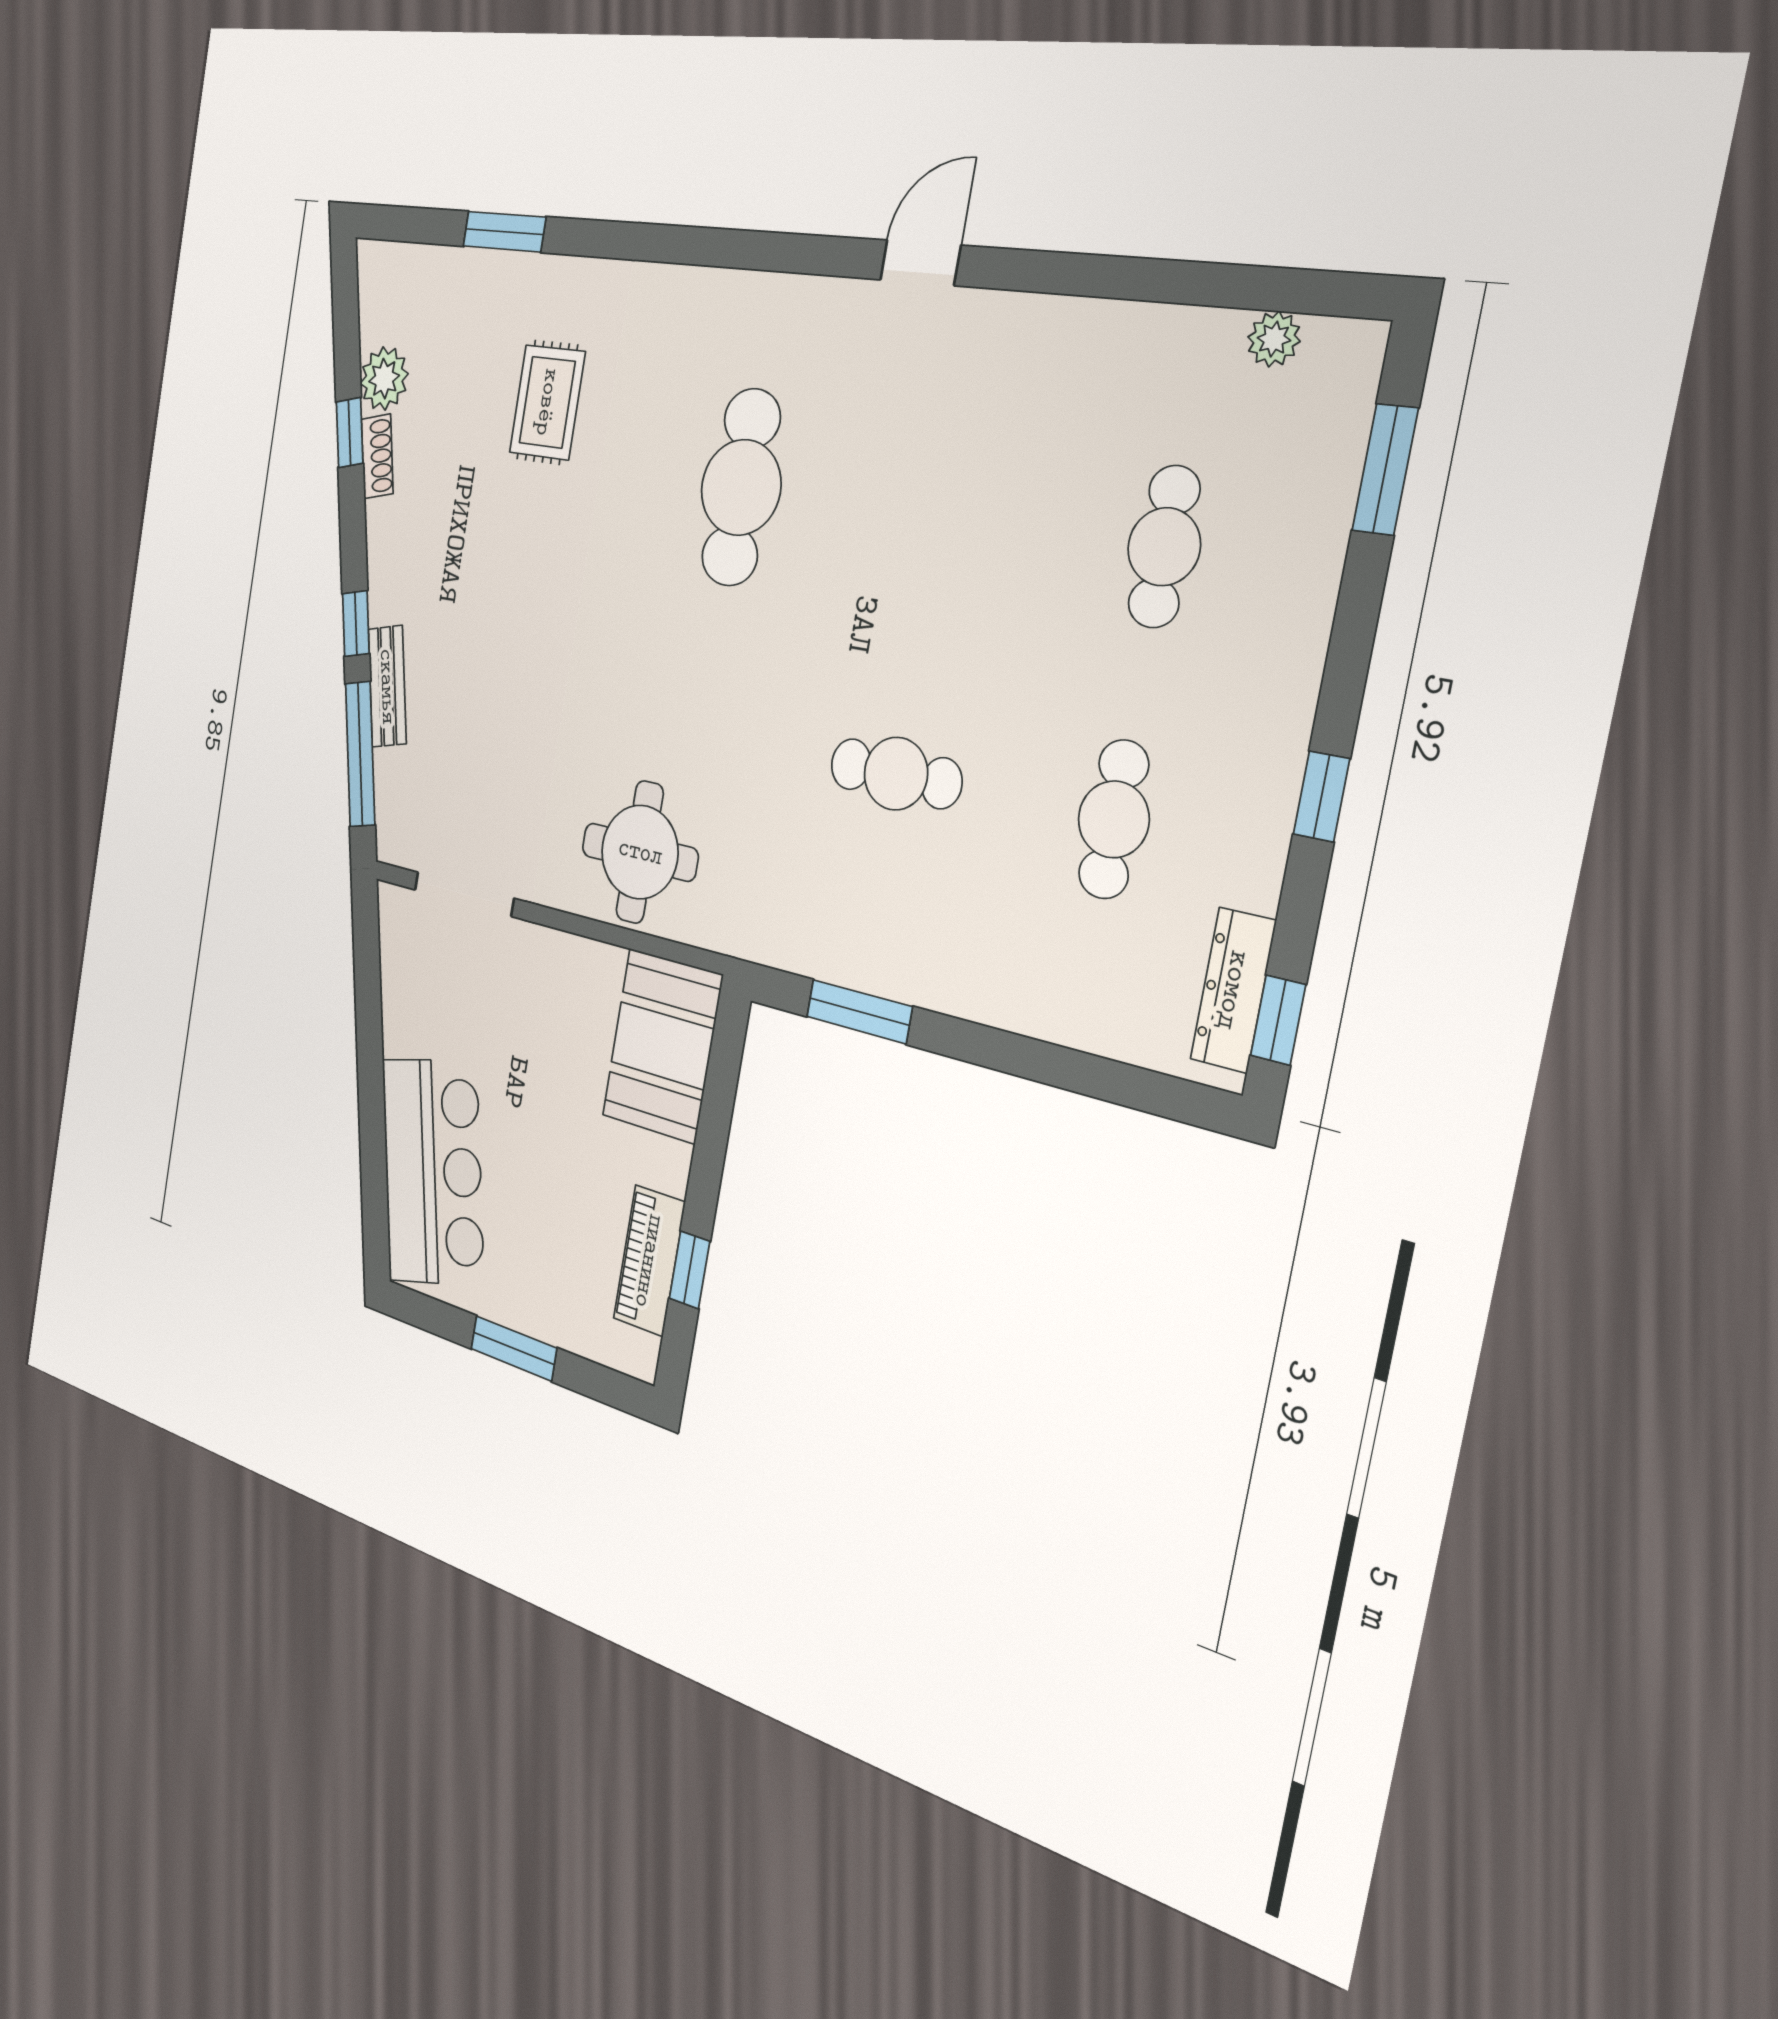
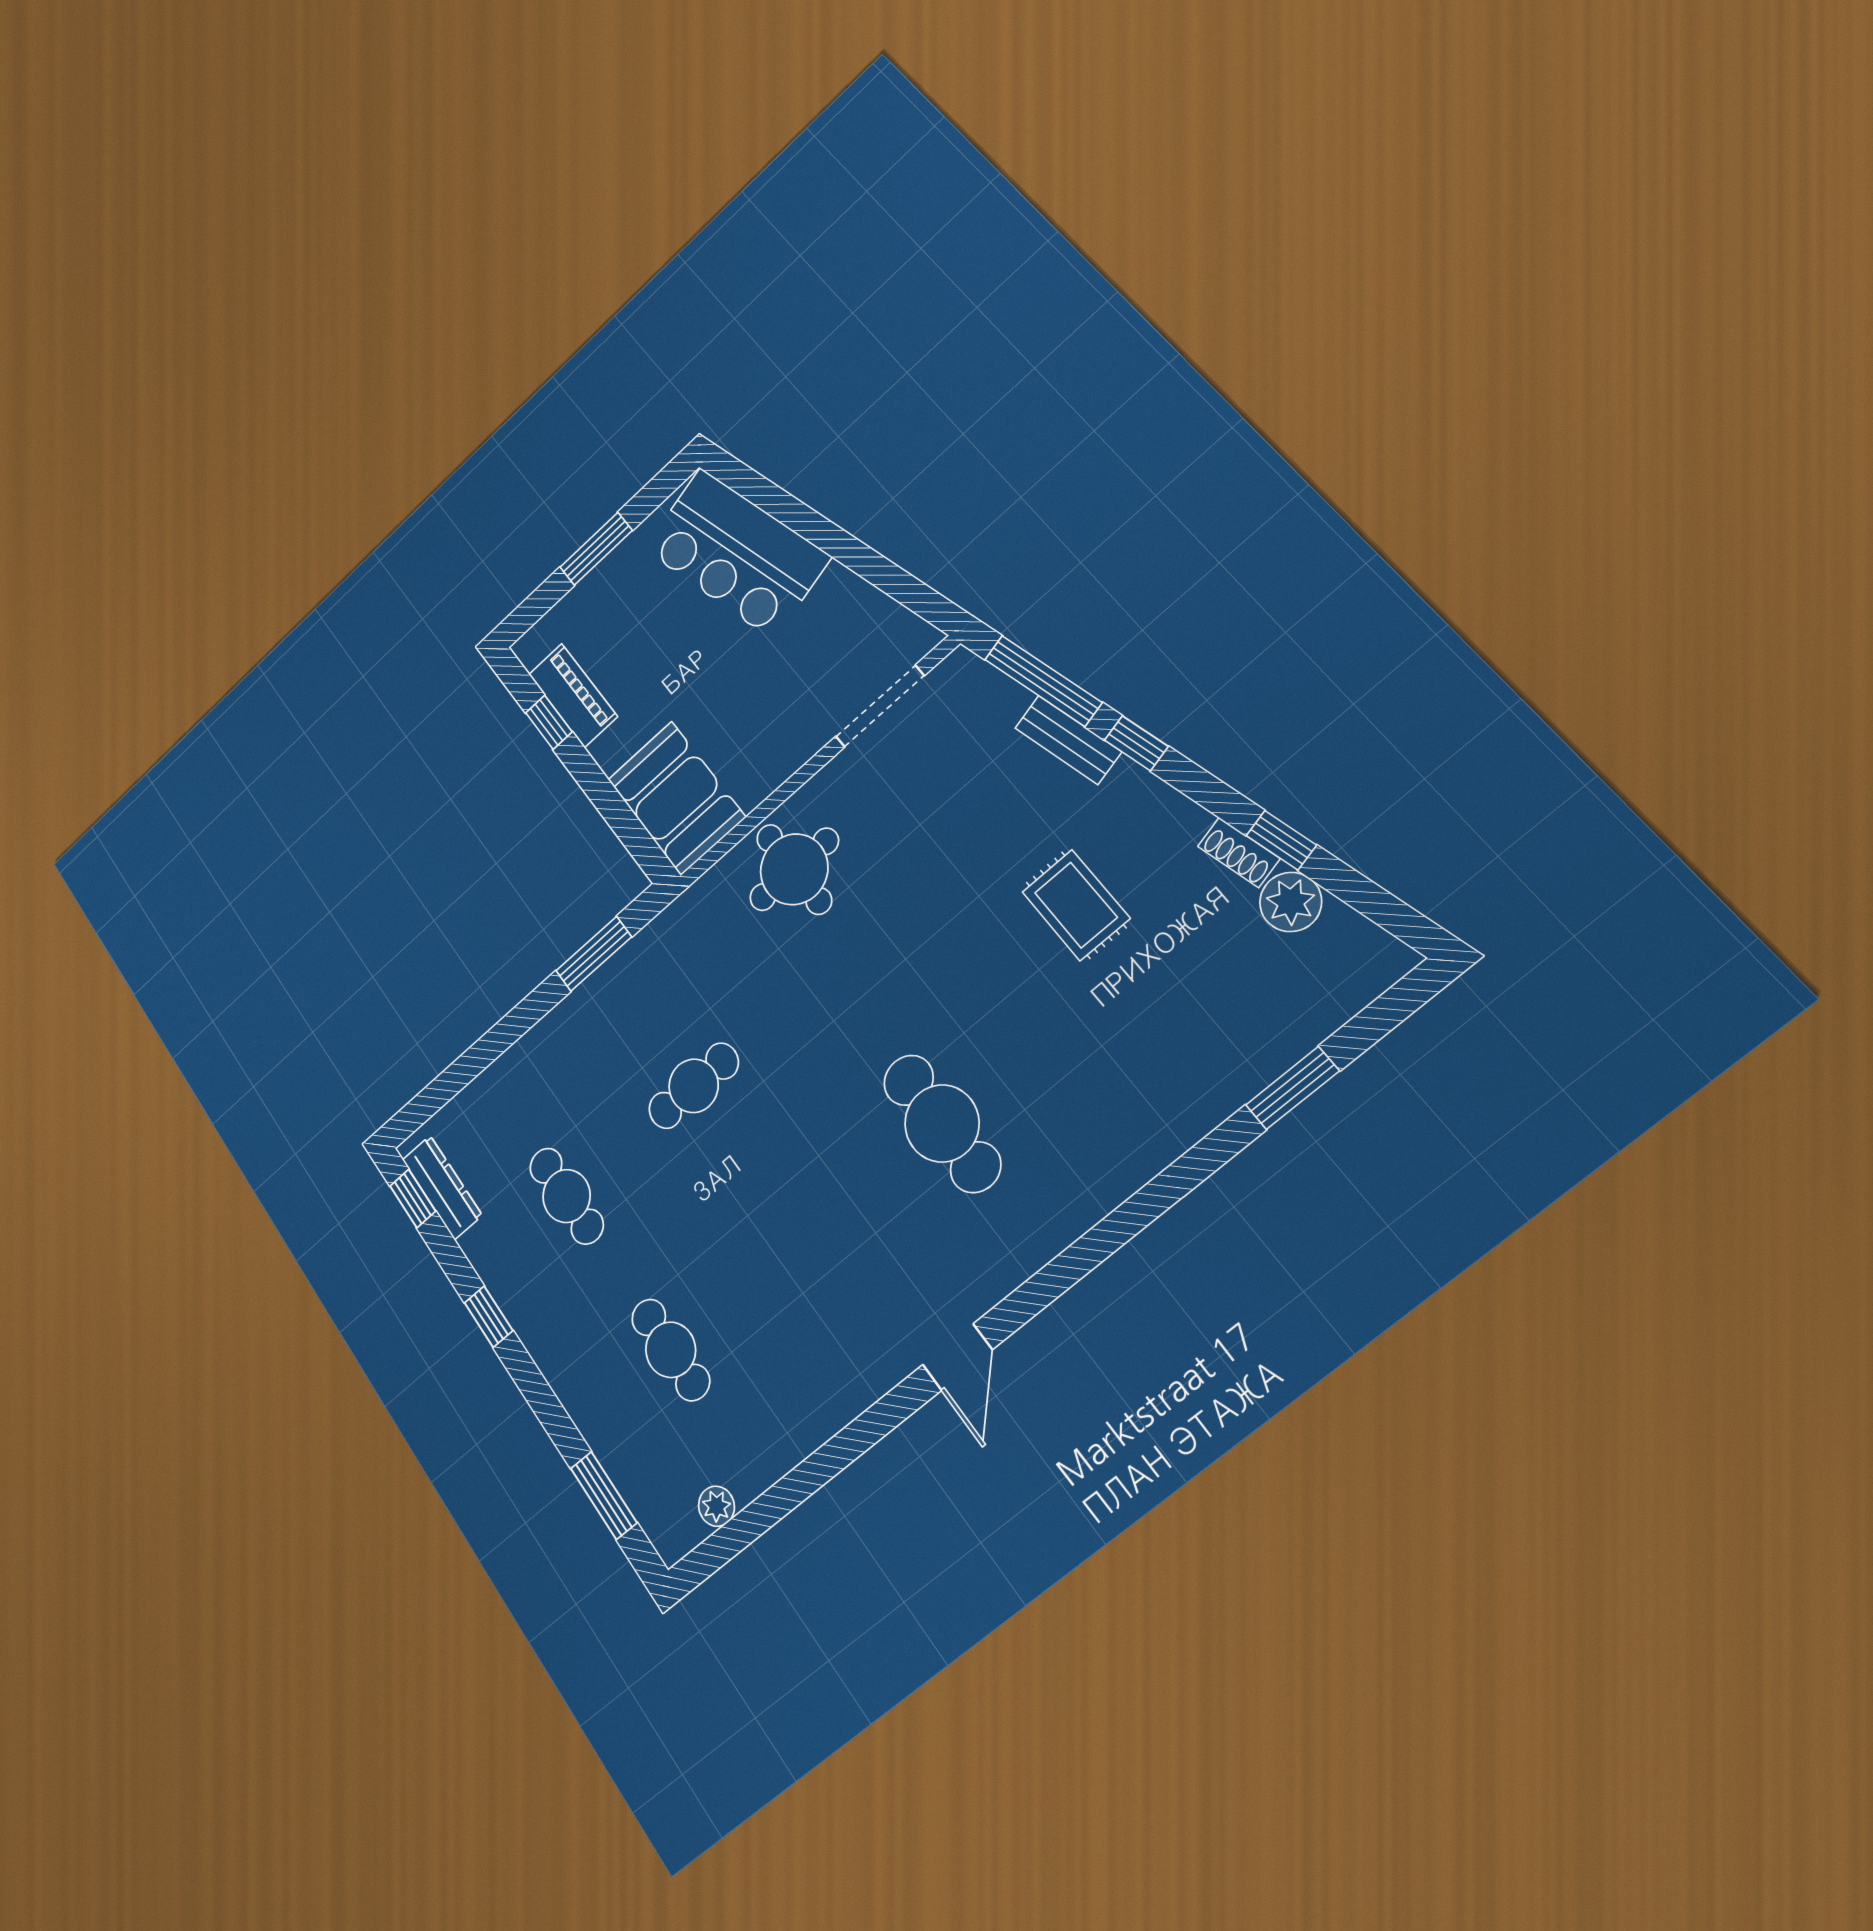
rug: (547, 402) -> (1076, 905), moved

